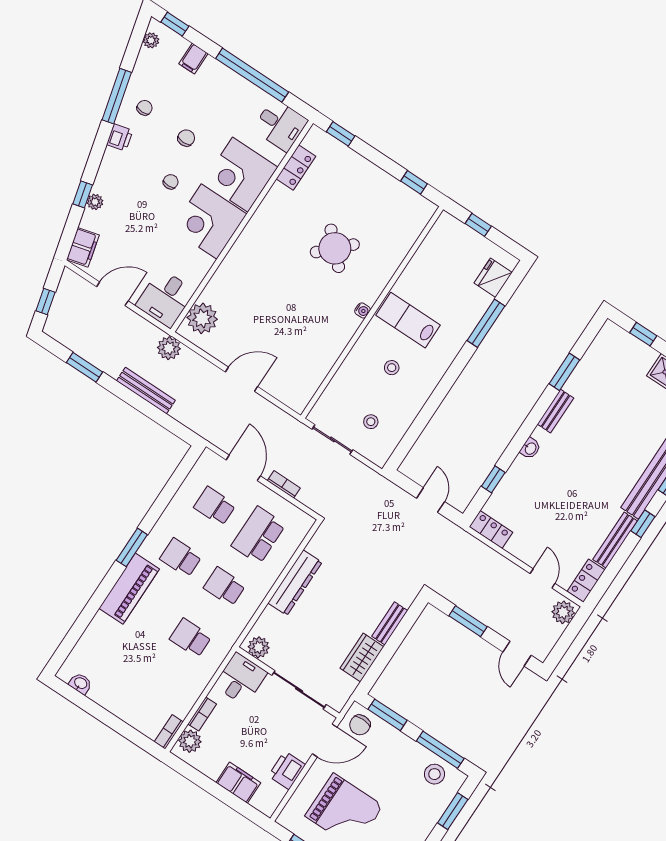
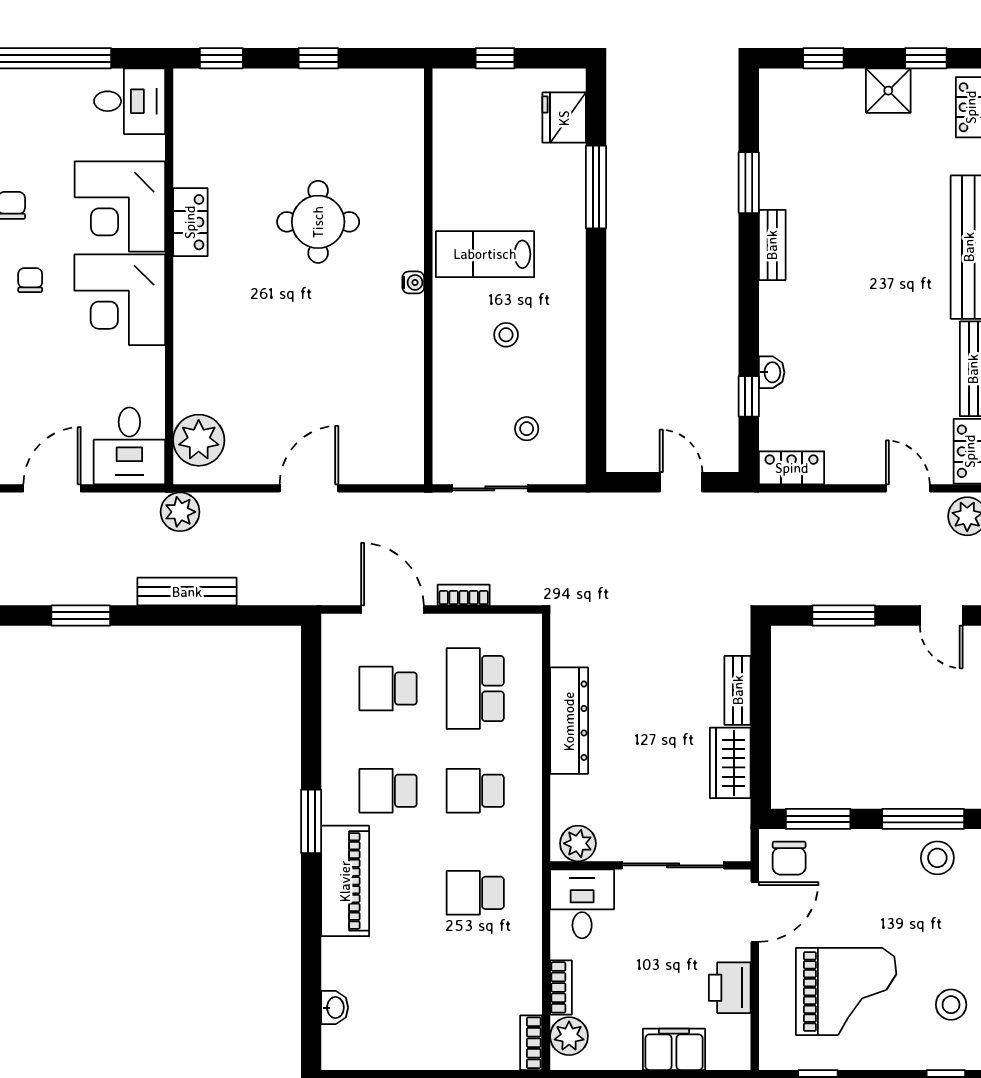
locker: (296, 168) -> (190, 222), moved
window: (414, 182) -> (318, 58), moved
round table: (335, 248) -> (318, 222), turned 45
washbasin: (530, 448) -> (772, 372), moved
washbasin: (80, 683) -> (335, 1008), moved, turned 90

